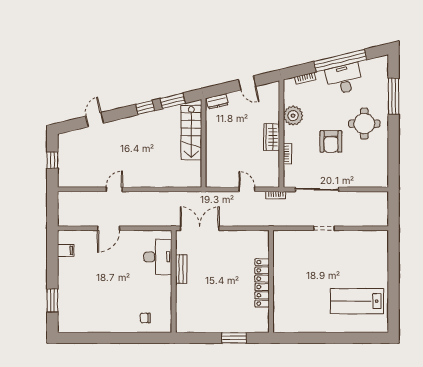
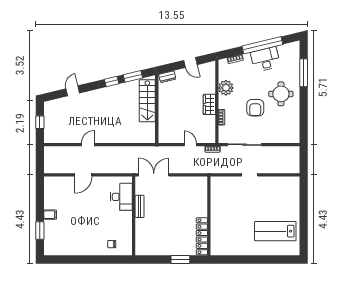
filing cabinet: (66, 250) -> (50, 215), moved
locker: (262, 283) -> (202, 236), moved

